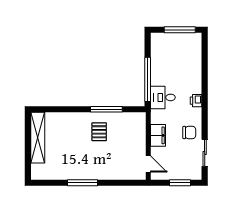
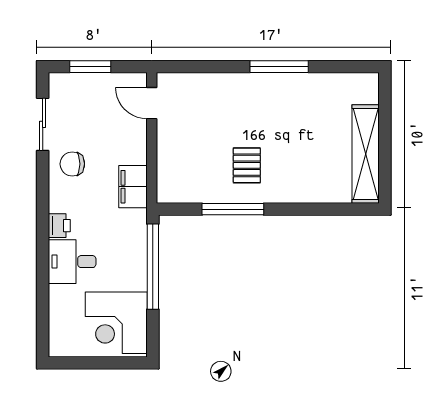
window: (180, 30) -> (91, 363), removed
corner desk: (167, 50) -> (116, 323), added
desk: (163, 97) -> (72, 262), moved, turned 180
filing cabinet: (158, 135) -> (133, 187), moved

